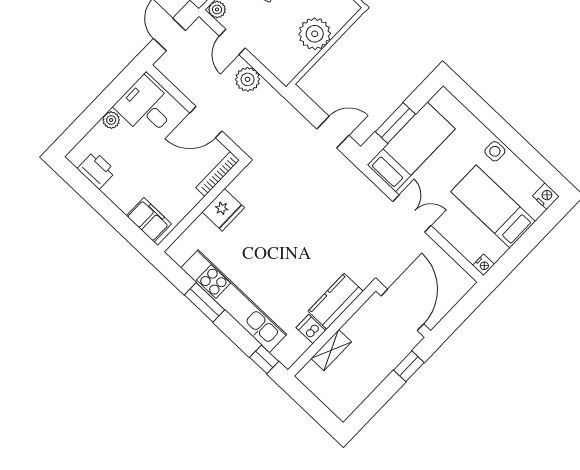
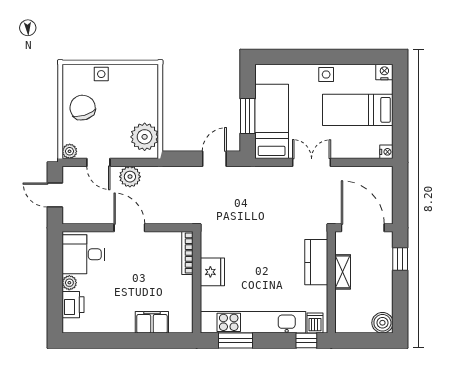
plant: (315, 34) -> (145, 137), moved
door: (206, 122) -> (129, 228), swing flipped
printer: (97, 170) -> (73, 305), moved, turned 90
bookcase: (218, 174) -> (187, 253), moved
wall: (202, 206) -> (197, 282), moved
fridge: (223, 210) -> (212, 272), moved
dishwasher: (311, 329) -> (315, 323), moved, turned 90
shelving: (331, 350) -> (343, 272), moved
boiler: (343, 406) -> (382, 323), added

